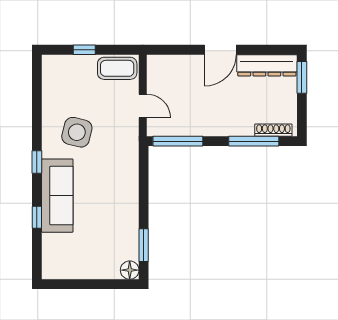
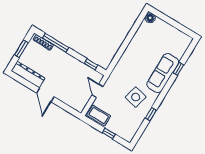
door: (220, 50) -> (45, 95), swing flipped
window: (302, 77) -> (21, 49), moved
window: (178, 141) -> (91, 64), width x0.46
window: (37, 162) -> (151, 114), moved
window: (144, 245) -> (136, 26), removed

